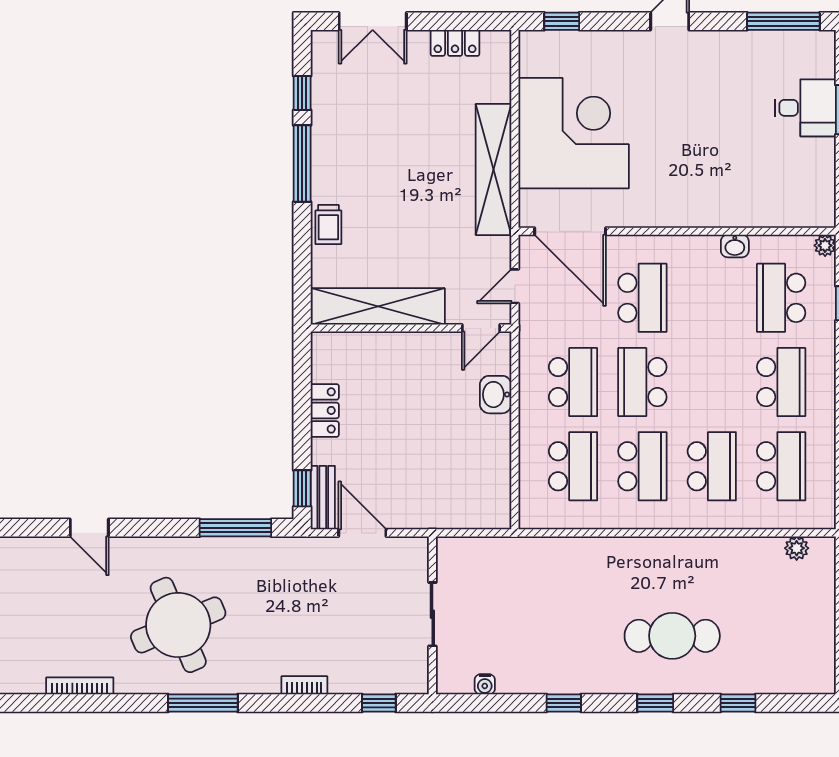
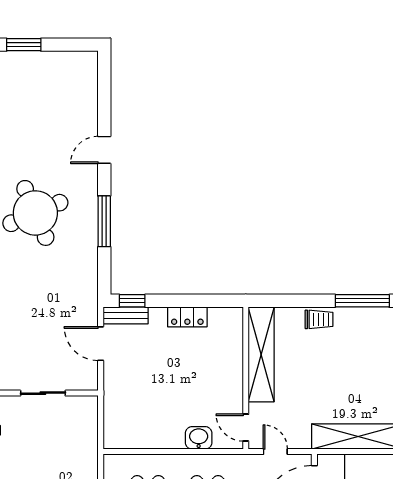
trolley: (328, 225) -> (319, 319), turned 180
window: (235, 528) -> (104, 221), moved
door: (362, 533) -> (101, 344), swing flipped

